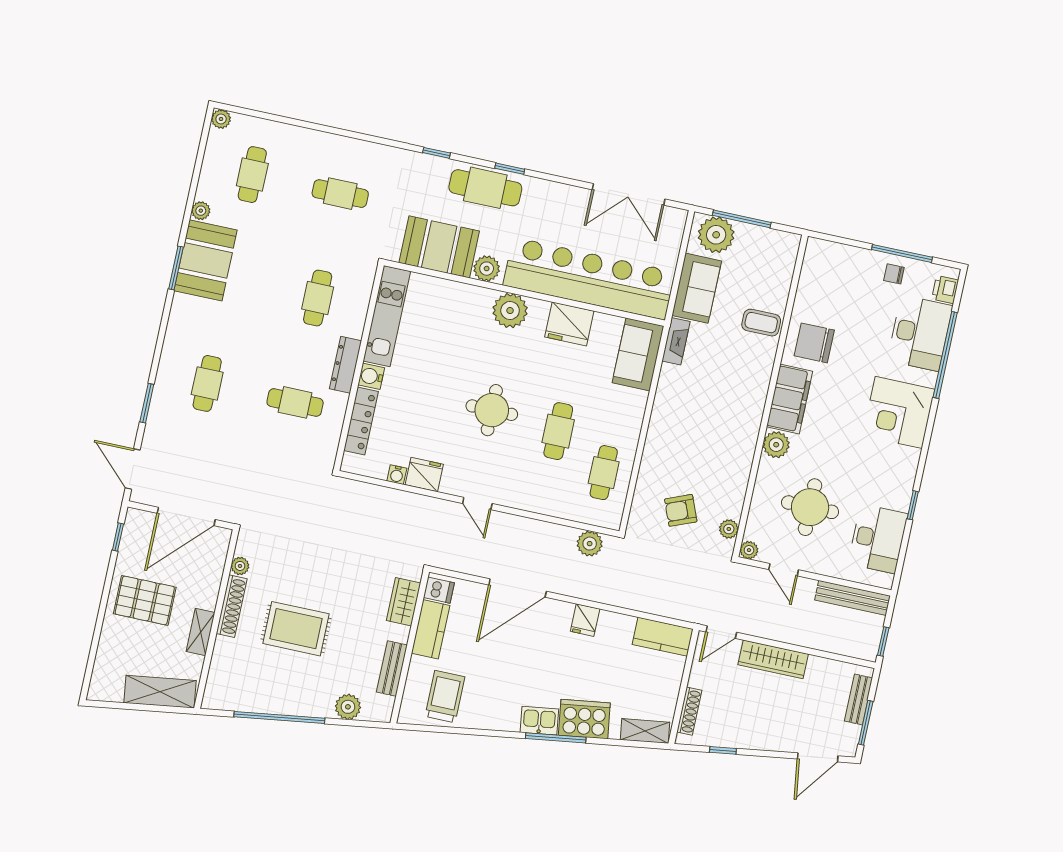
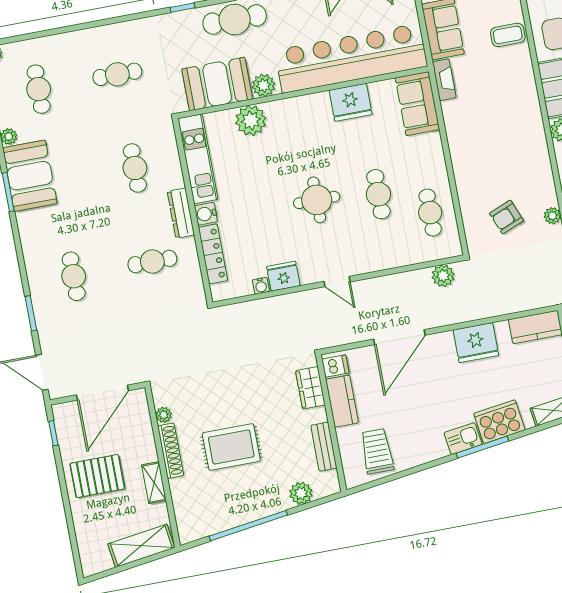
plant: (510, 311) -> (251, 120), moved
fridge: (585, 620) -> (476, 343), width x1.88, depth x1.34

